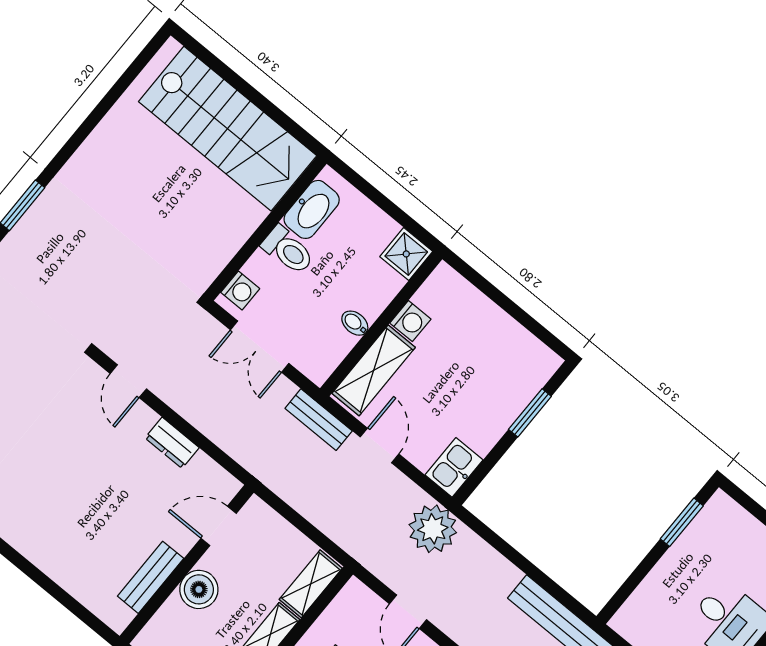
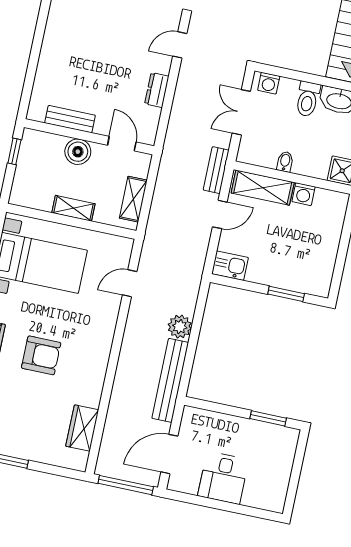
plant: (433, 529) -> (180, 327), moved, width x0.73, depth x0.73
shelving: (311, 584) -> (133, 199), moved, turned 90

